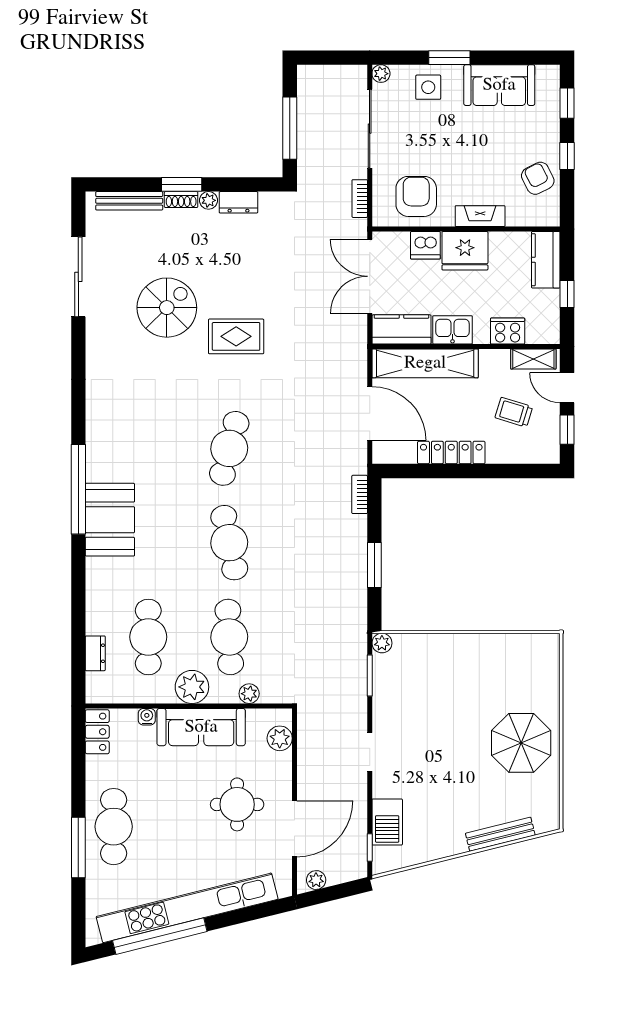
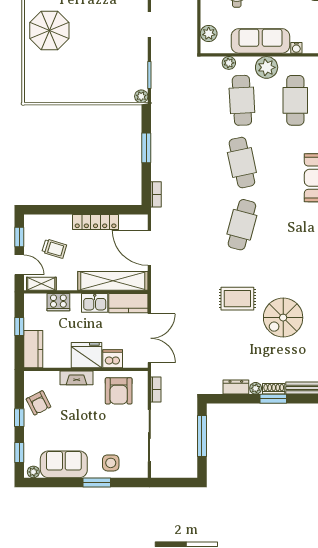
plant: (381, 74) -> (33, 472), moved

